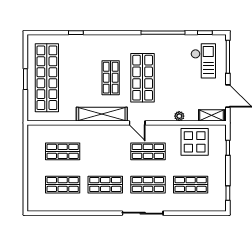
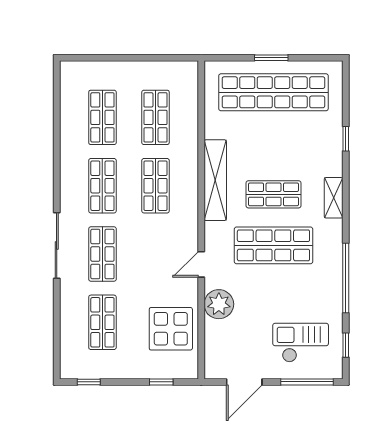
checkout: (203, 61) -> (301, 343), turned 180
shelving: (211, 115) -> (334, 198), moved
plant: (179, 116) -> (219, 304), width x1.87, depth x1.87
door: (137, 123) -> (201, 264), moved
shop shelf: (148, 151) -> (156, 186), moved

